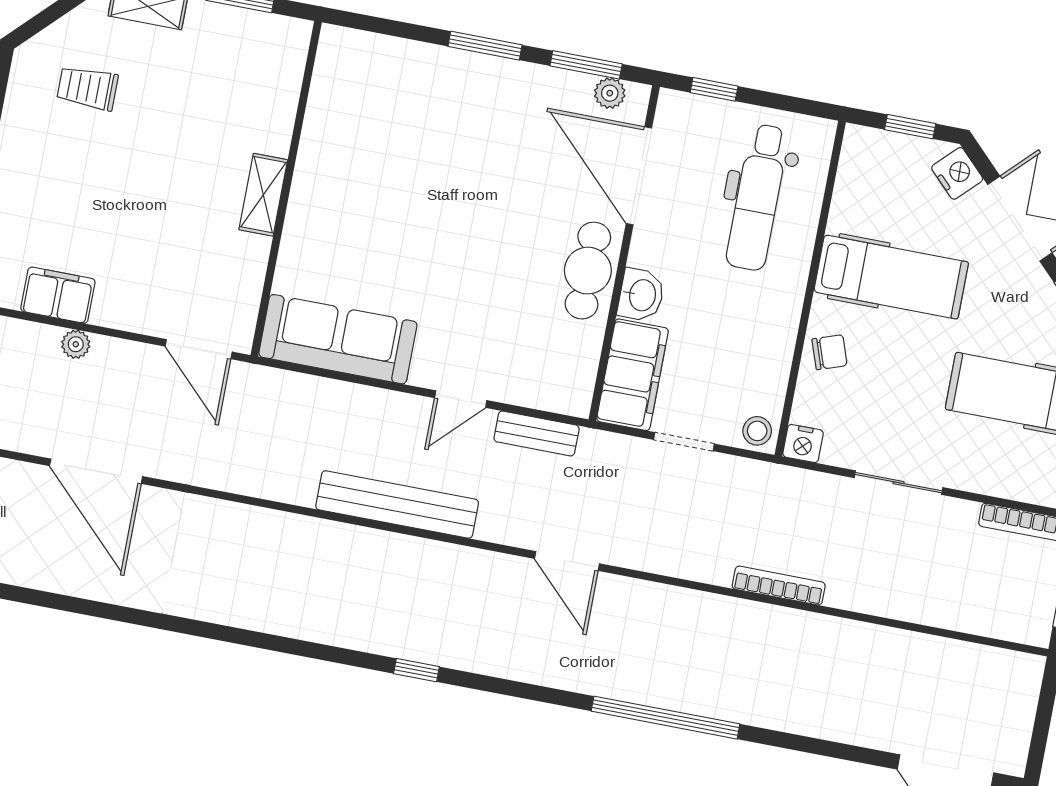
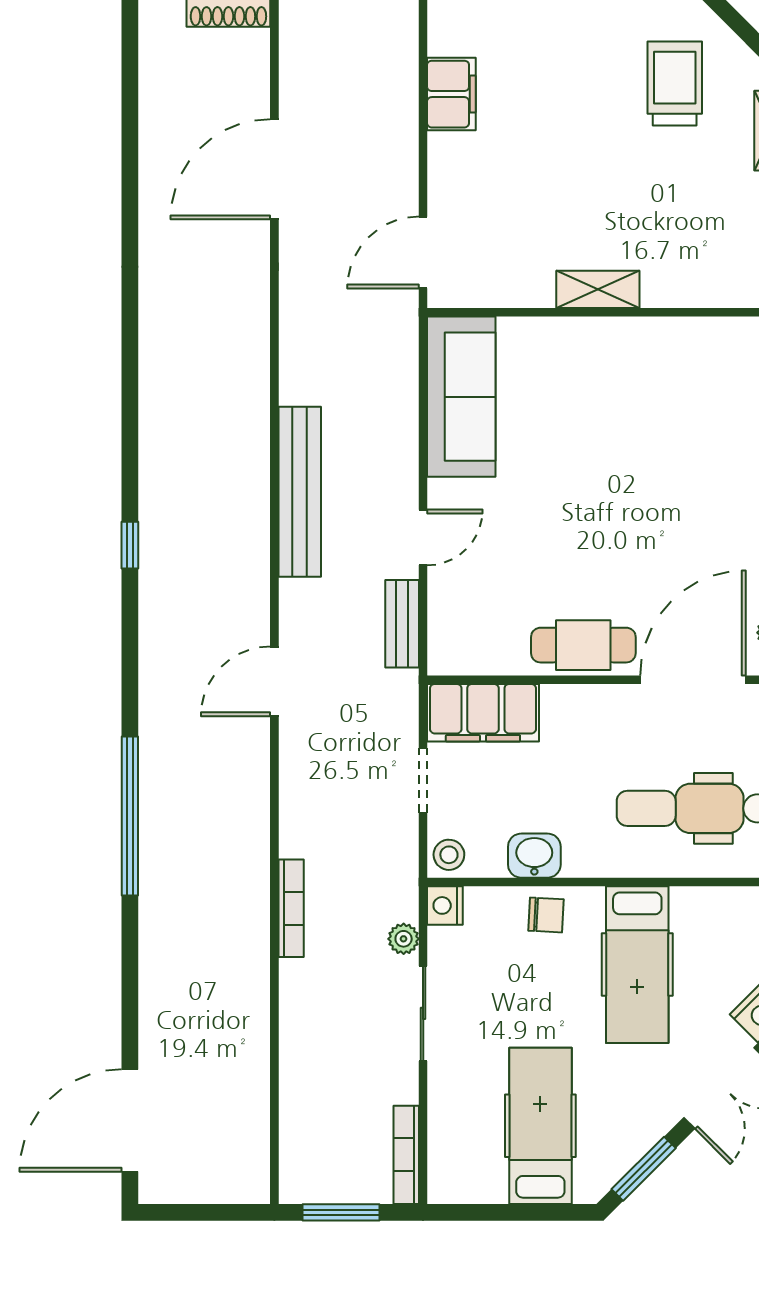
trolley: (87, 88) -> (675, 84), width x1.36, depth x1.39
washbasin: (641, 295) -> (534, 856), moved, turned 180
plant: (76, 344) -> (404, 939), moved
chair: (829, 352) -> (546, 915), turned -68
door: (461, 399) -> (423, 537), swing flipped

